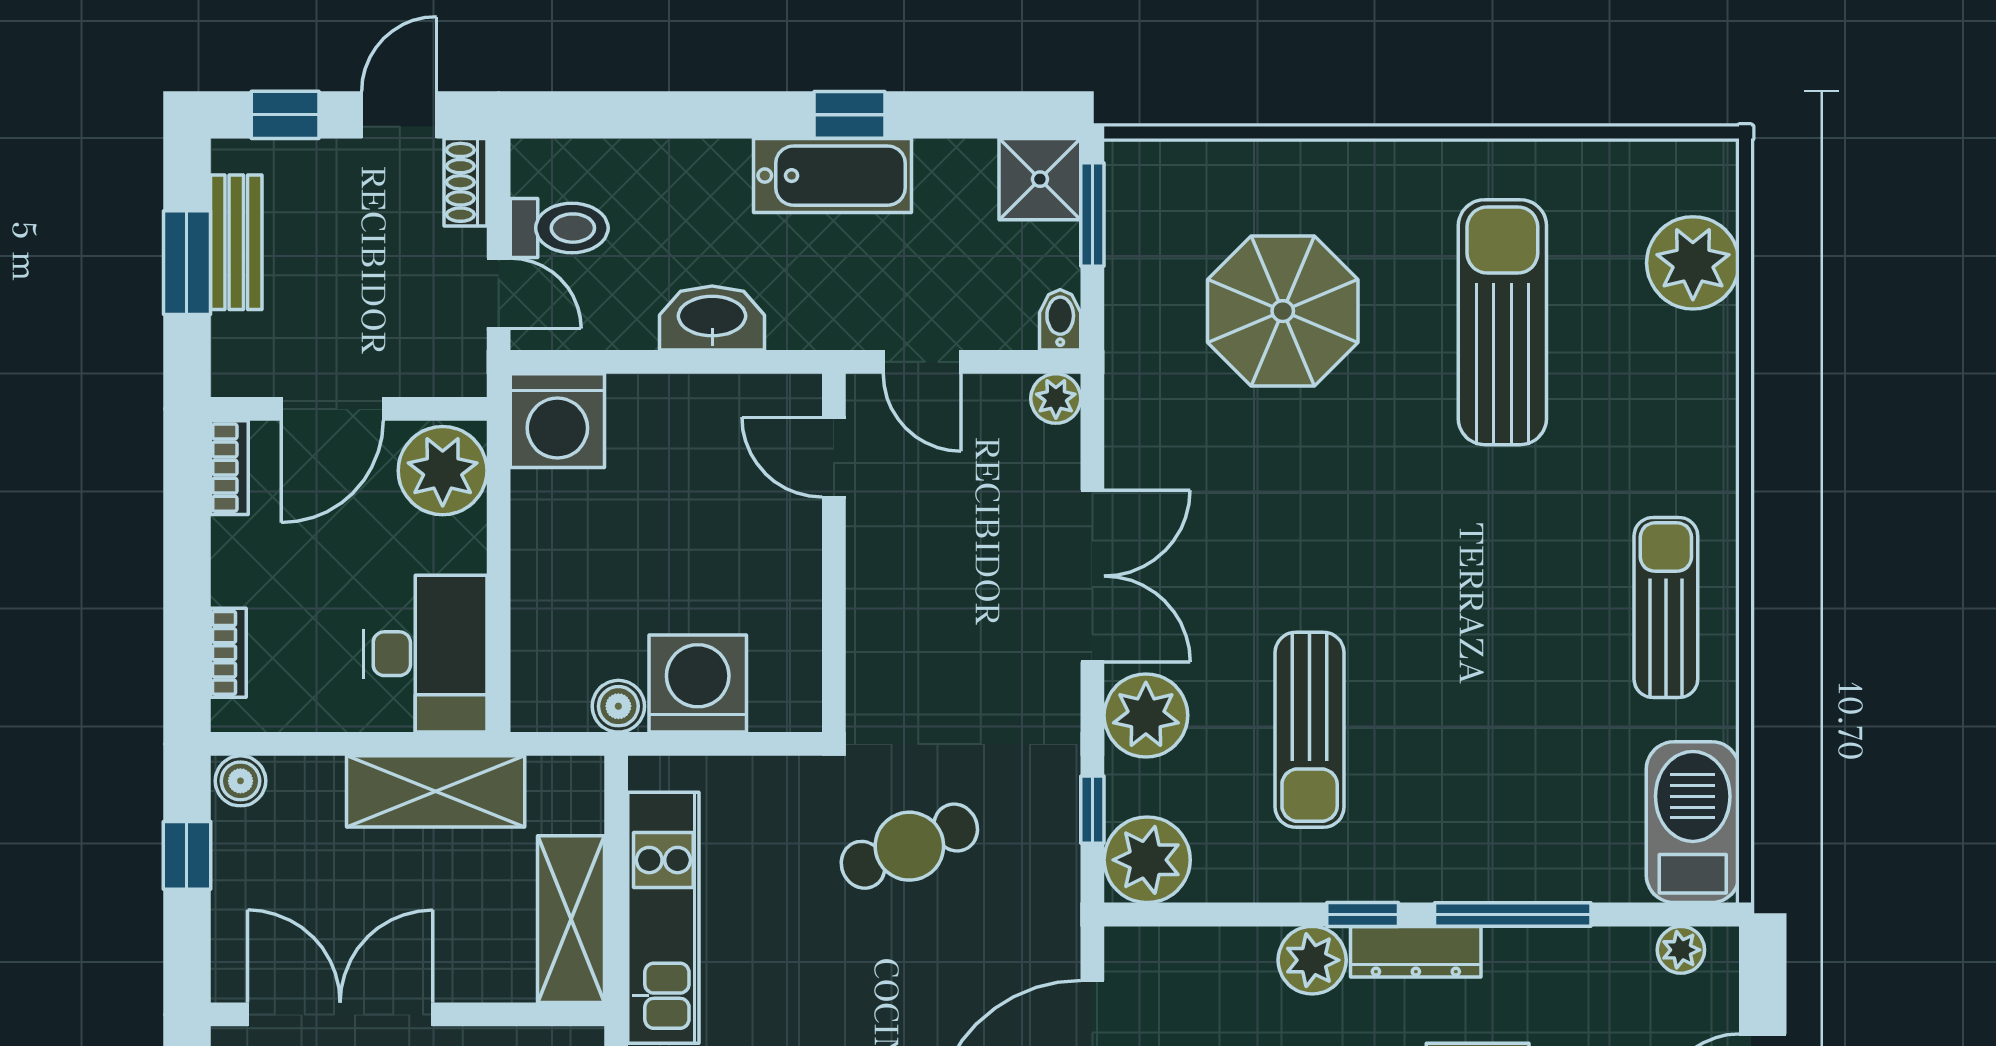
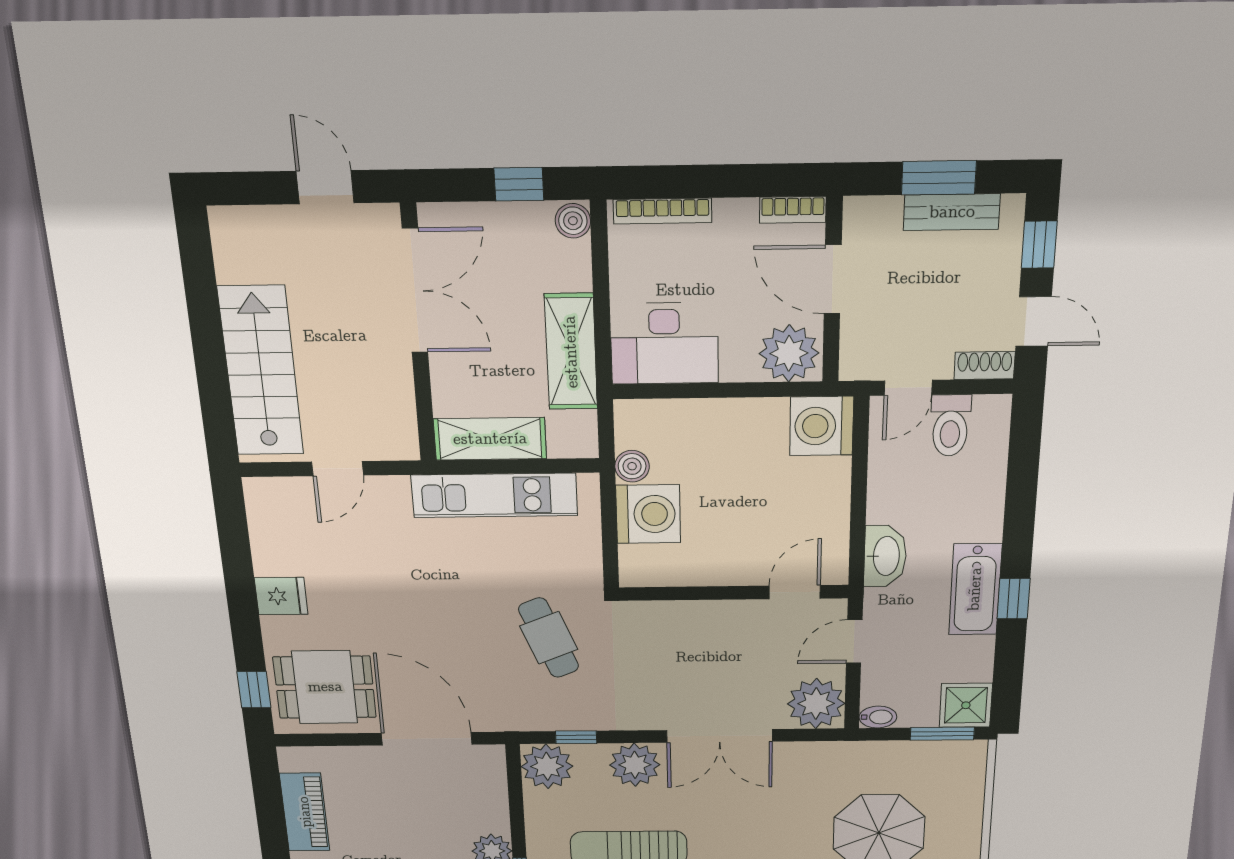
washbasin: (712, 318) -> (885, 556), moved
plant: (1056, 398) -> (816, 704), width x1.88, depth x1.88
bookcase: (228, 653) -> (663, 211), width x1.56

